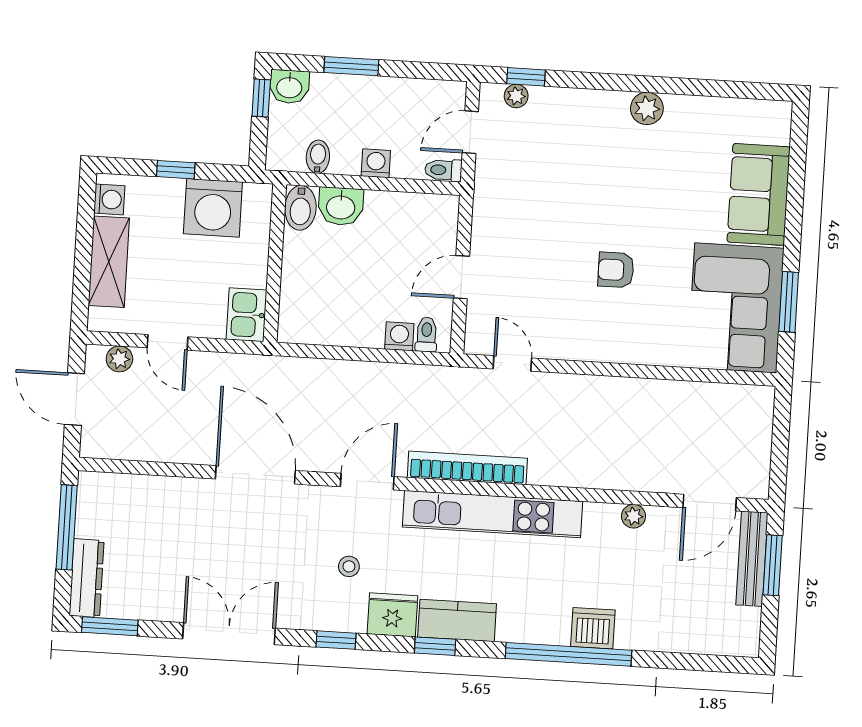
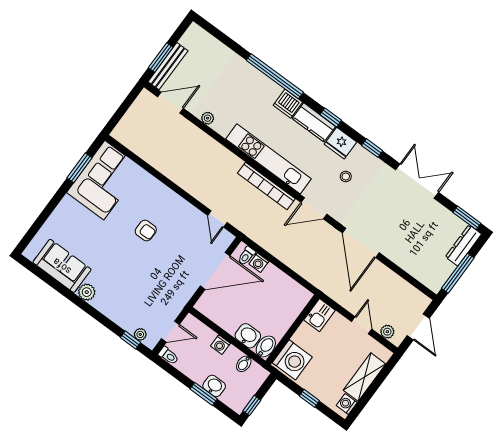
washbasin: (289, 87) -> (214, 386), moved
toilet: (443, 170) -> (168, 356), moved
sofa: (759, 194) -> (62, 266), moved, turned -90
washing machine: (213, 208) -> (292, 360), moved, turned 90
door: (461, 277) -> (215, 271), width x1.88
dishwasher: (593, 628) -> (288, 104), moved
double door: (229, 634) -> (417, 181), swing flipped

